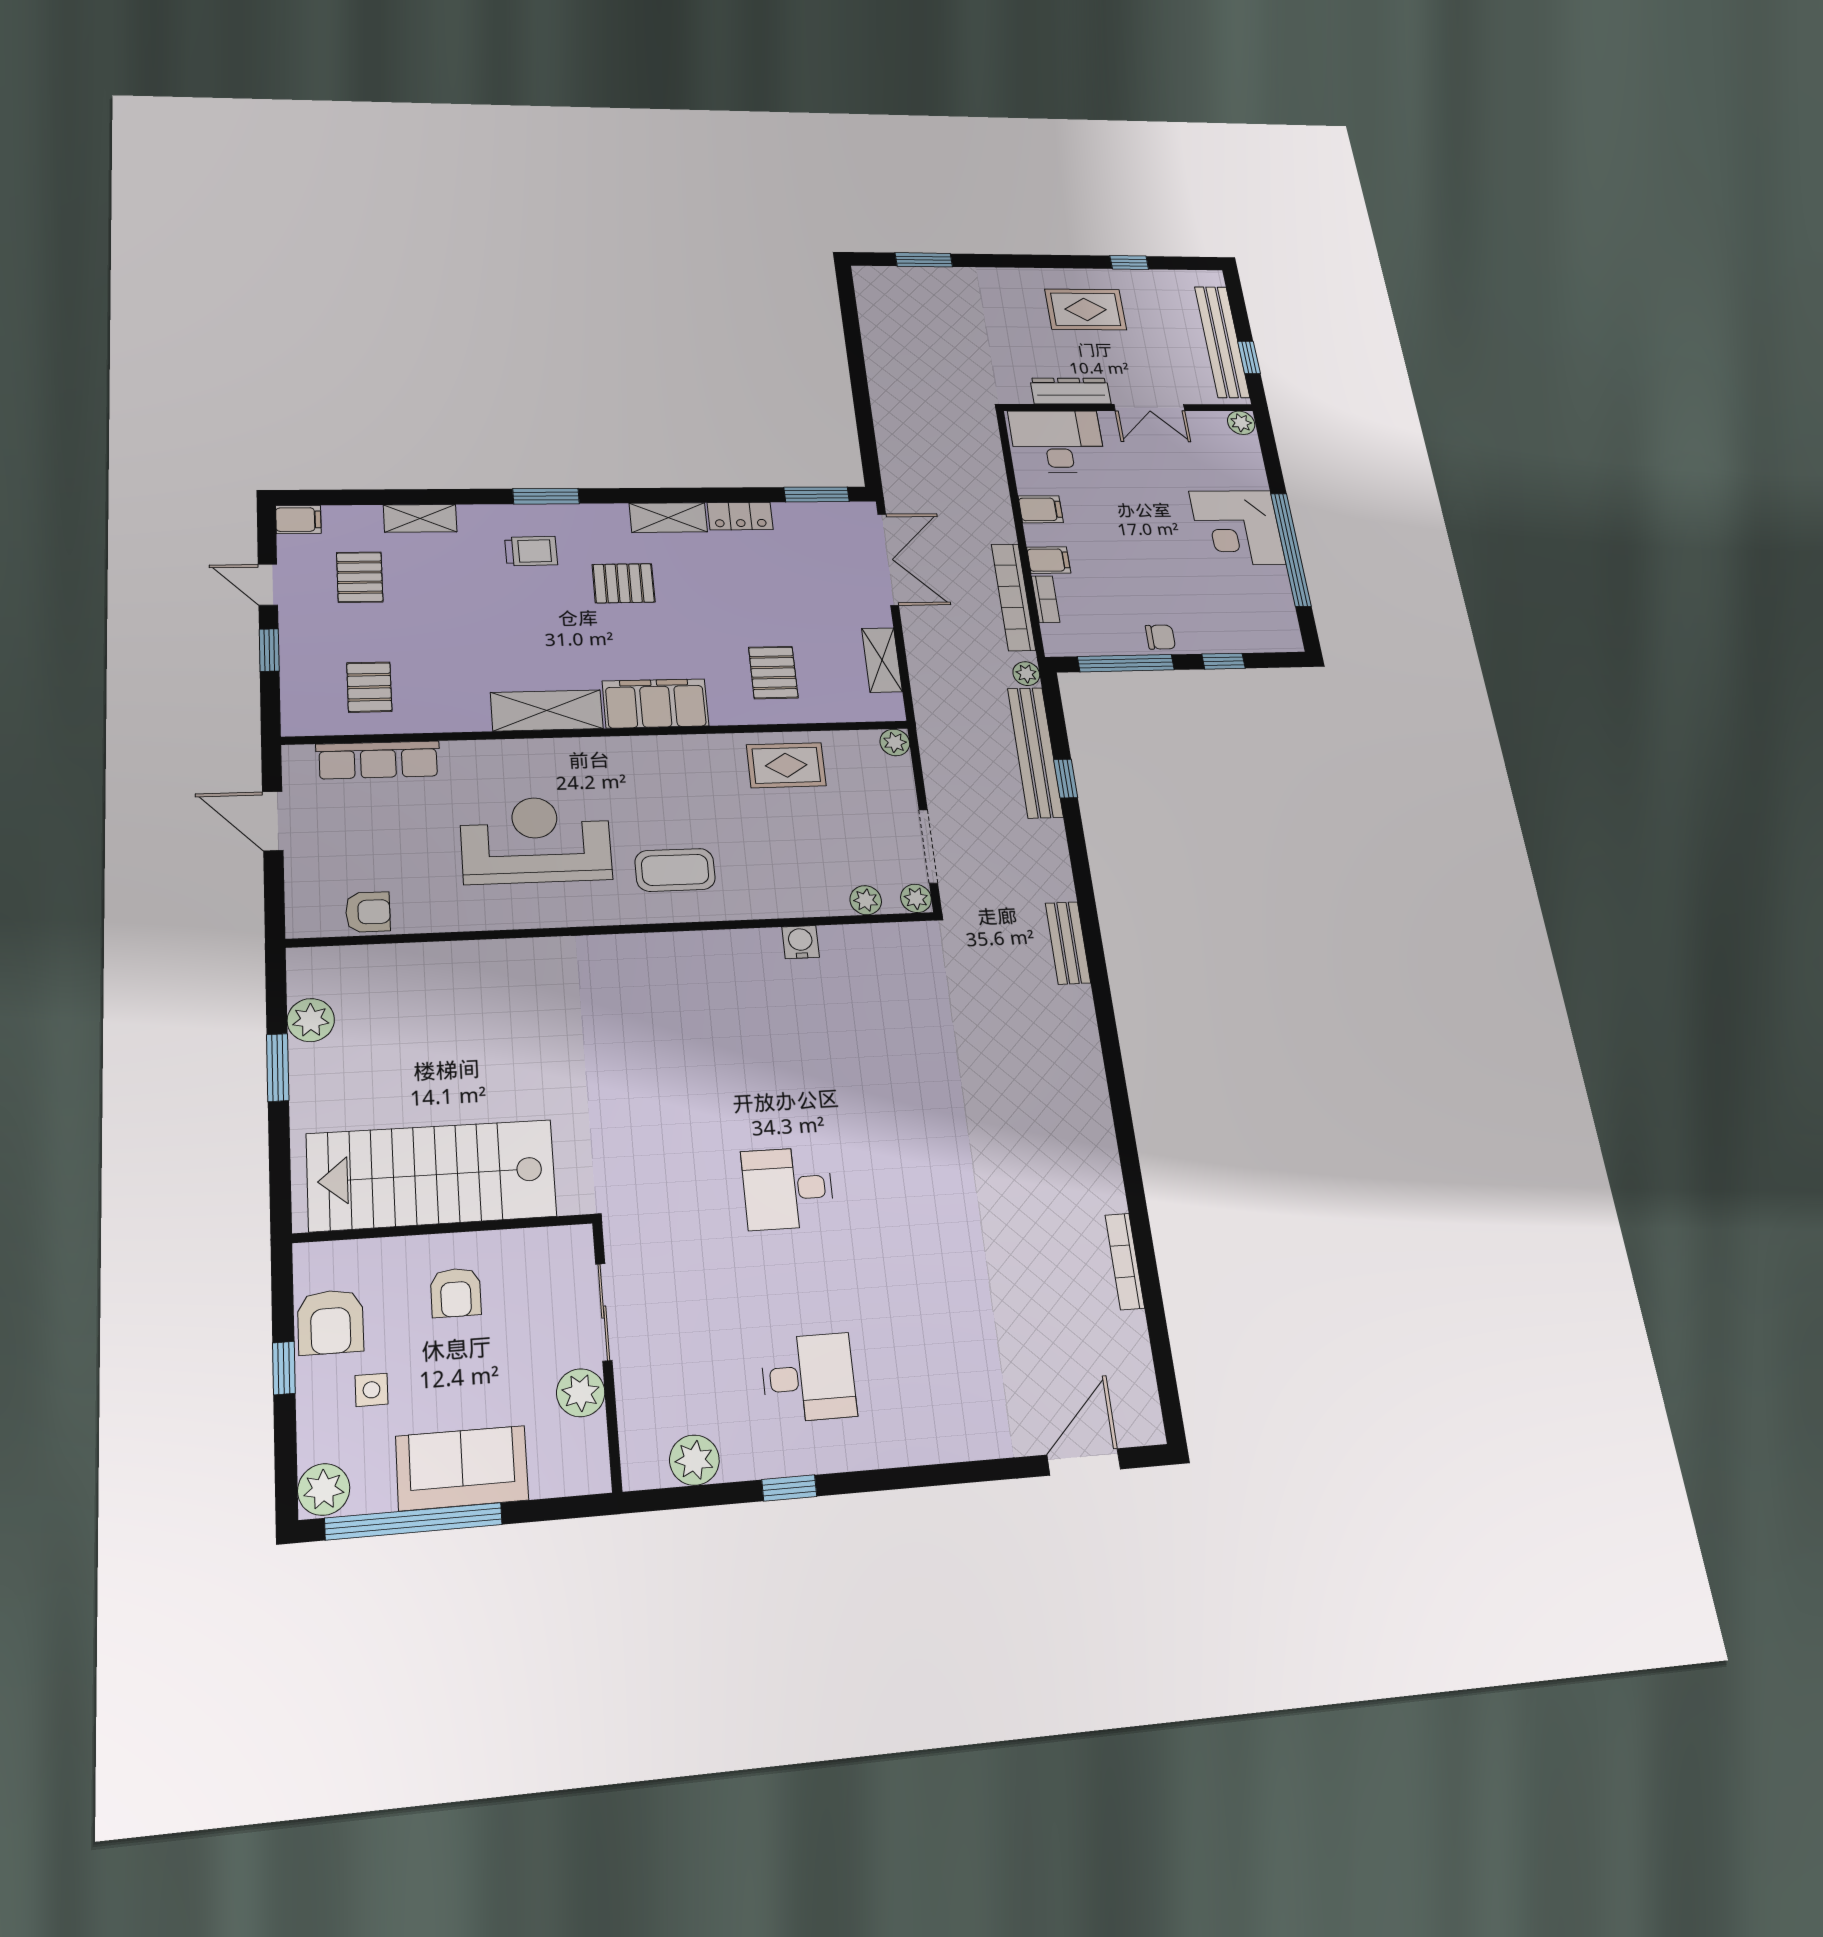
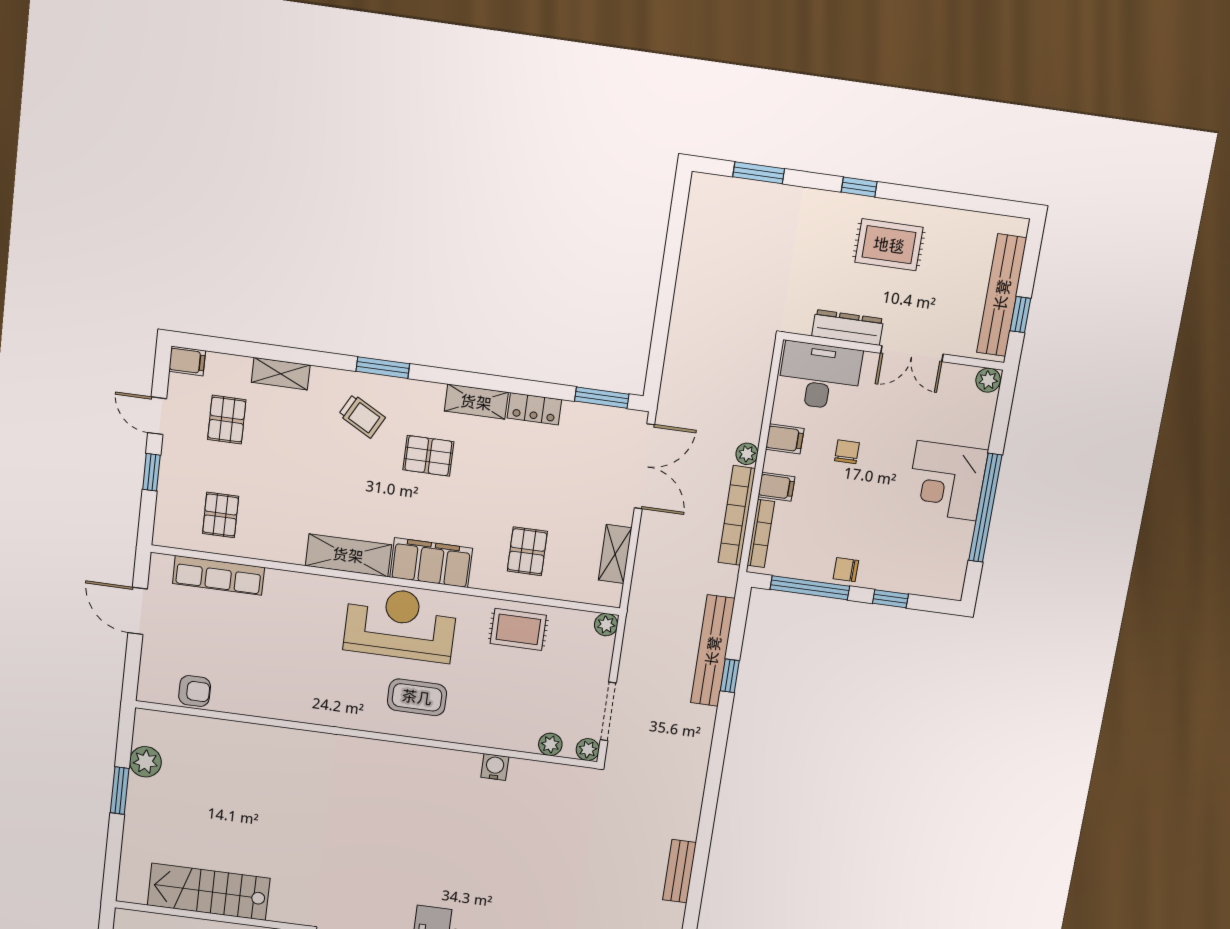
window: (1129, 263) -> (859, 187), moved
chair: (1115, 513) -> (847, 452), added
trolley: (531, 551) -> (362, 416), turned 30
bookcase: (1046, 599) -> (761, 533), width x1.56
chair: (1160, 637) -> (846, 570), turned 180
plant: (1026, 674) -> (747, 454), moved
reception desk: (536, 840) -> (400, 624), moved
bench: (1068, 943) -> (679, 871), moved
stairs: (432, 1175) -> (209, 892), width x0.73, depth x0.66

